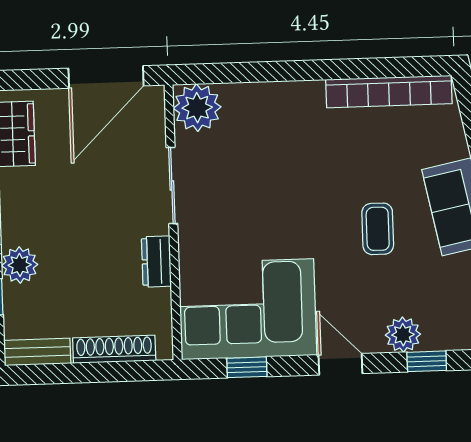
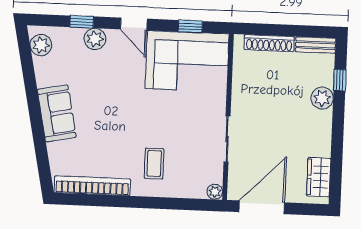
plant: (197, 108) -> (215, 192), width x0.53, depth x0.53
coffee table: (378, 229) -> (154, 163), moved
dresser: (156, 262) -> (240, 94), removed

